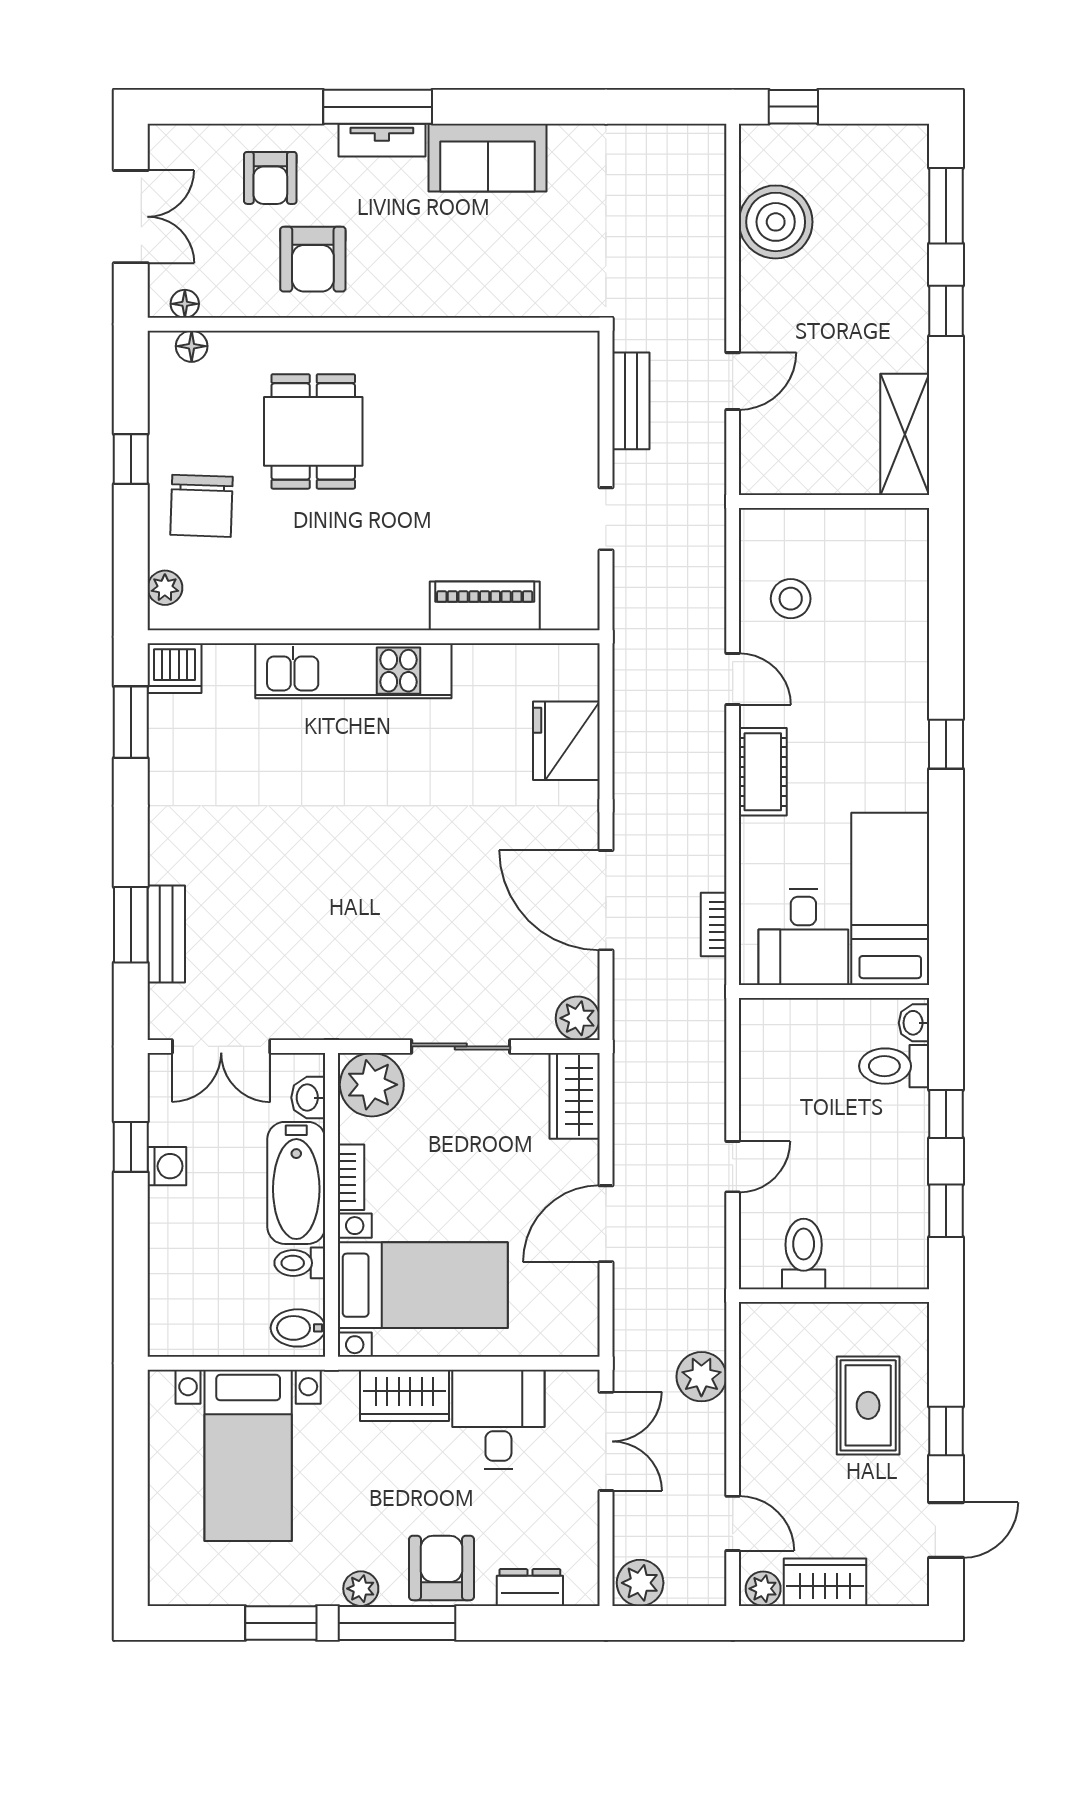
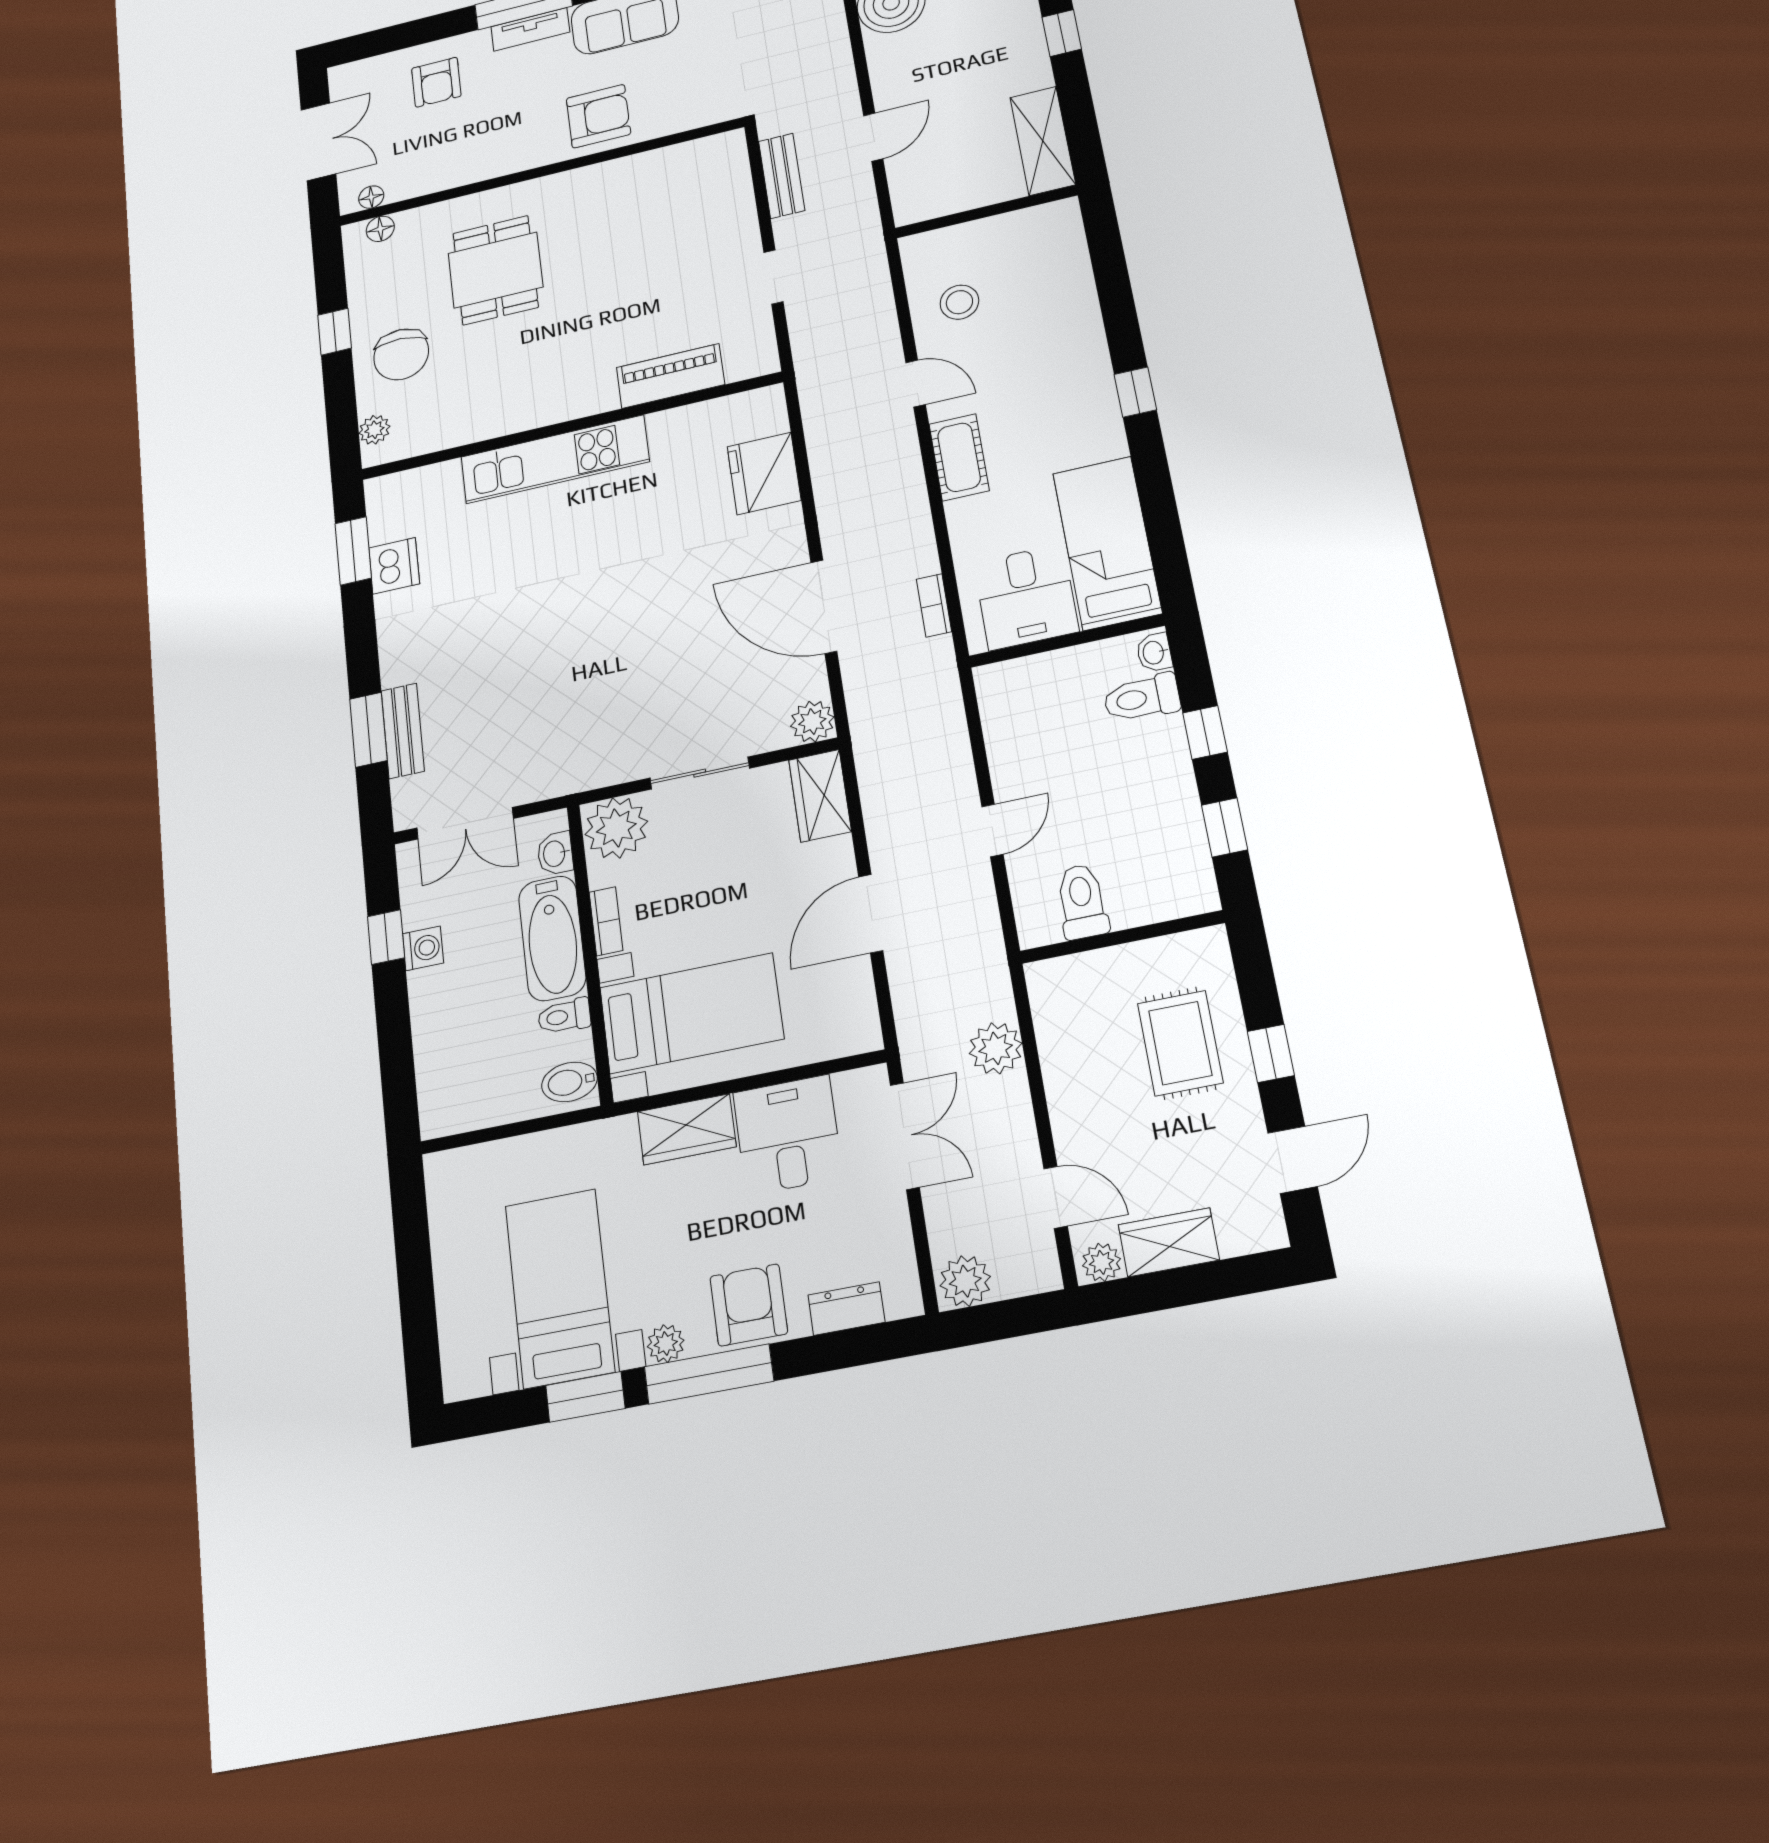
armchair: (313, 259) -> (598, 116), moved, turned -90
dishwasher: (175, 668) -> (394, 566), moved, turned -90
bed with nightstands: (248, 1455) -> (560, 1288), moved, turned 180

